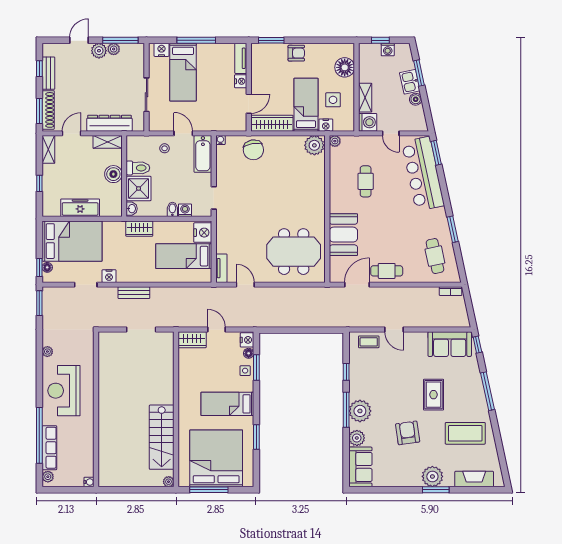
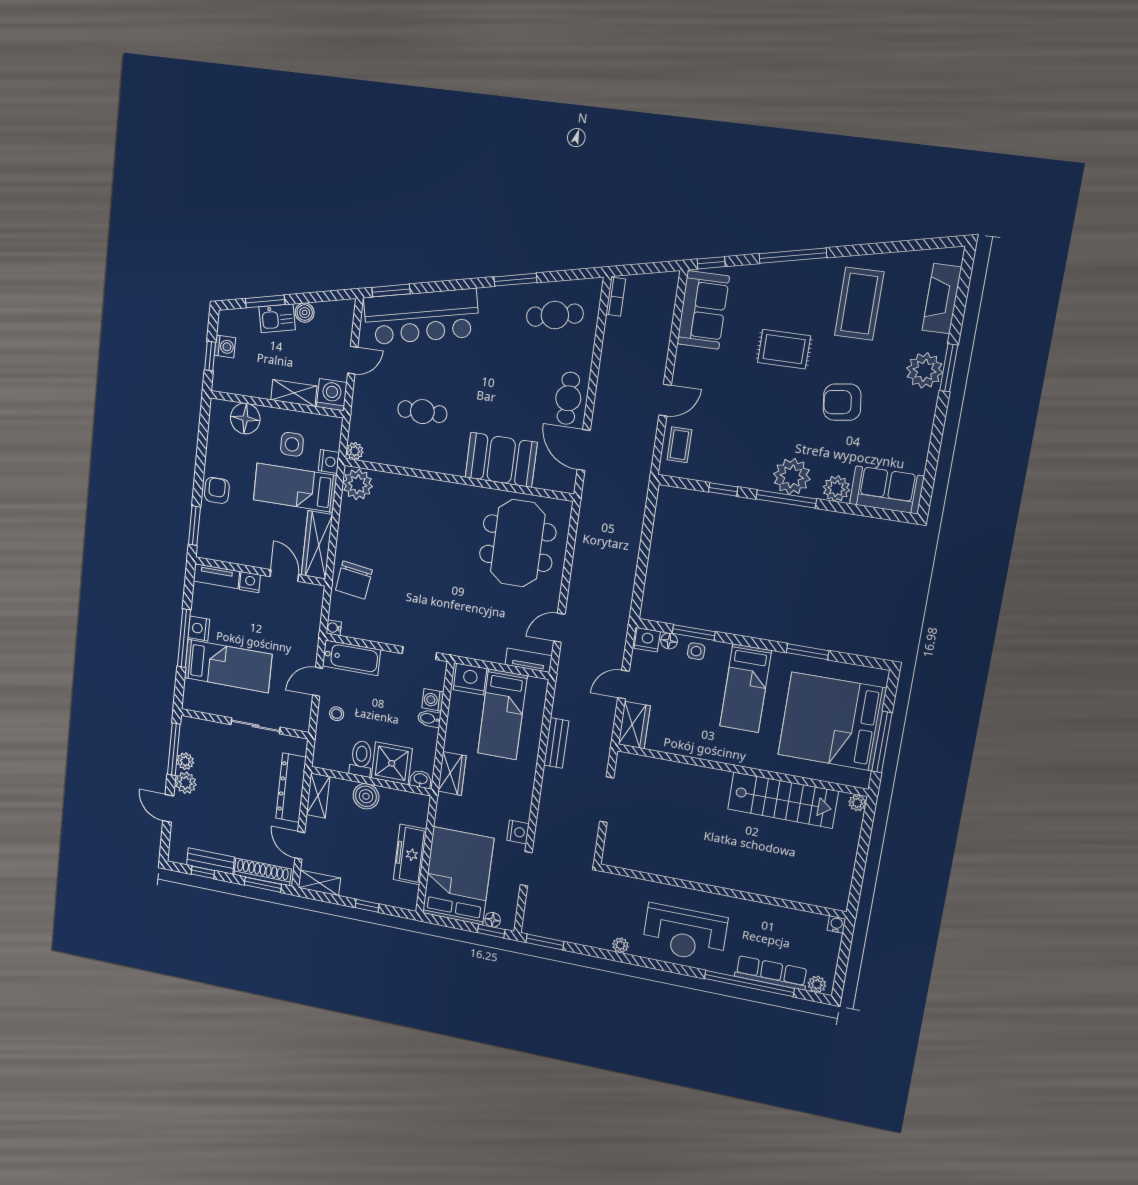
nightstand: (162, 50) -> (199, 628), moved
chair: (253, 150) -> (354, 580), turned 108
bench: (134, 293) -> (556, 743), moved

